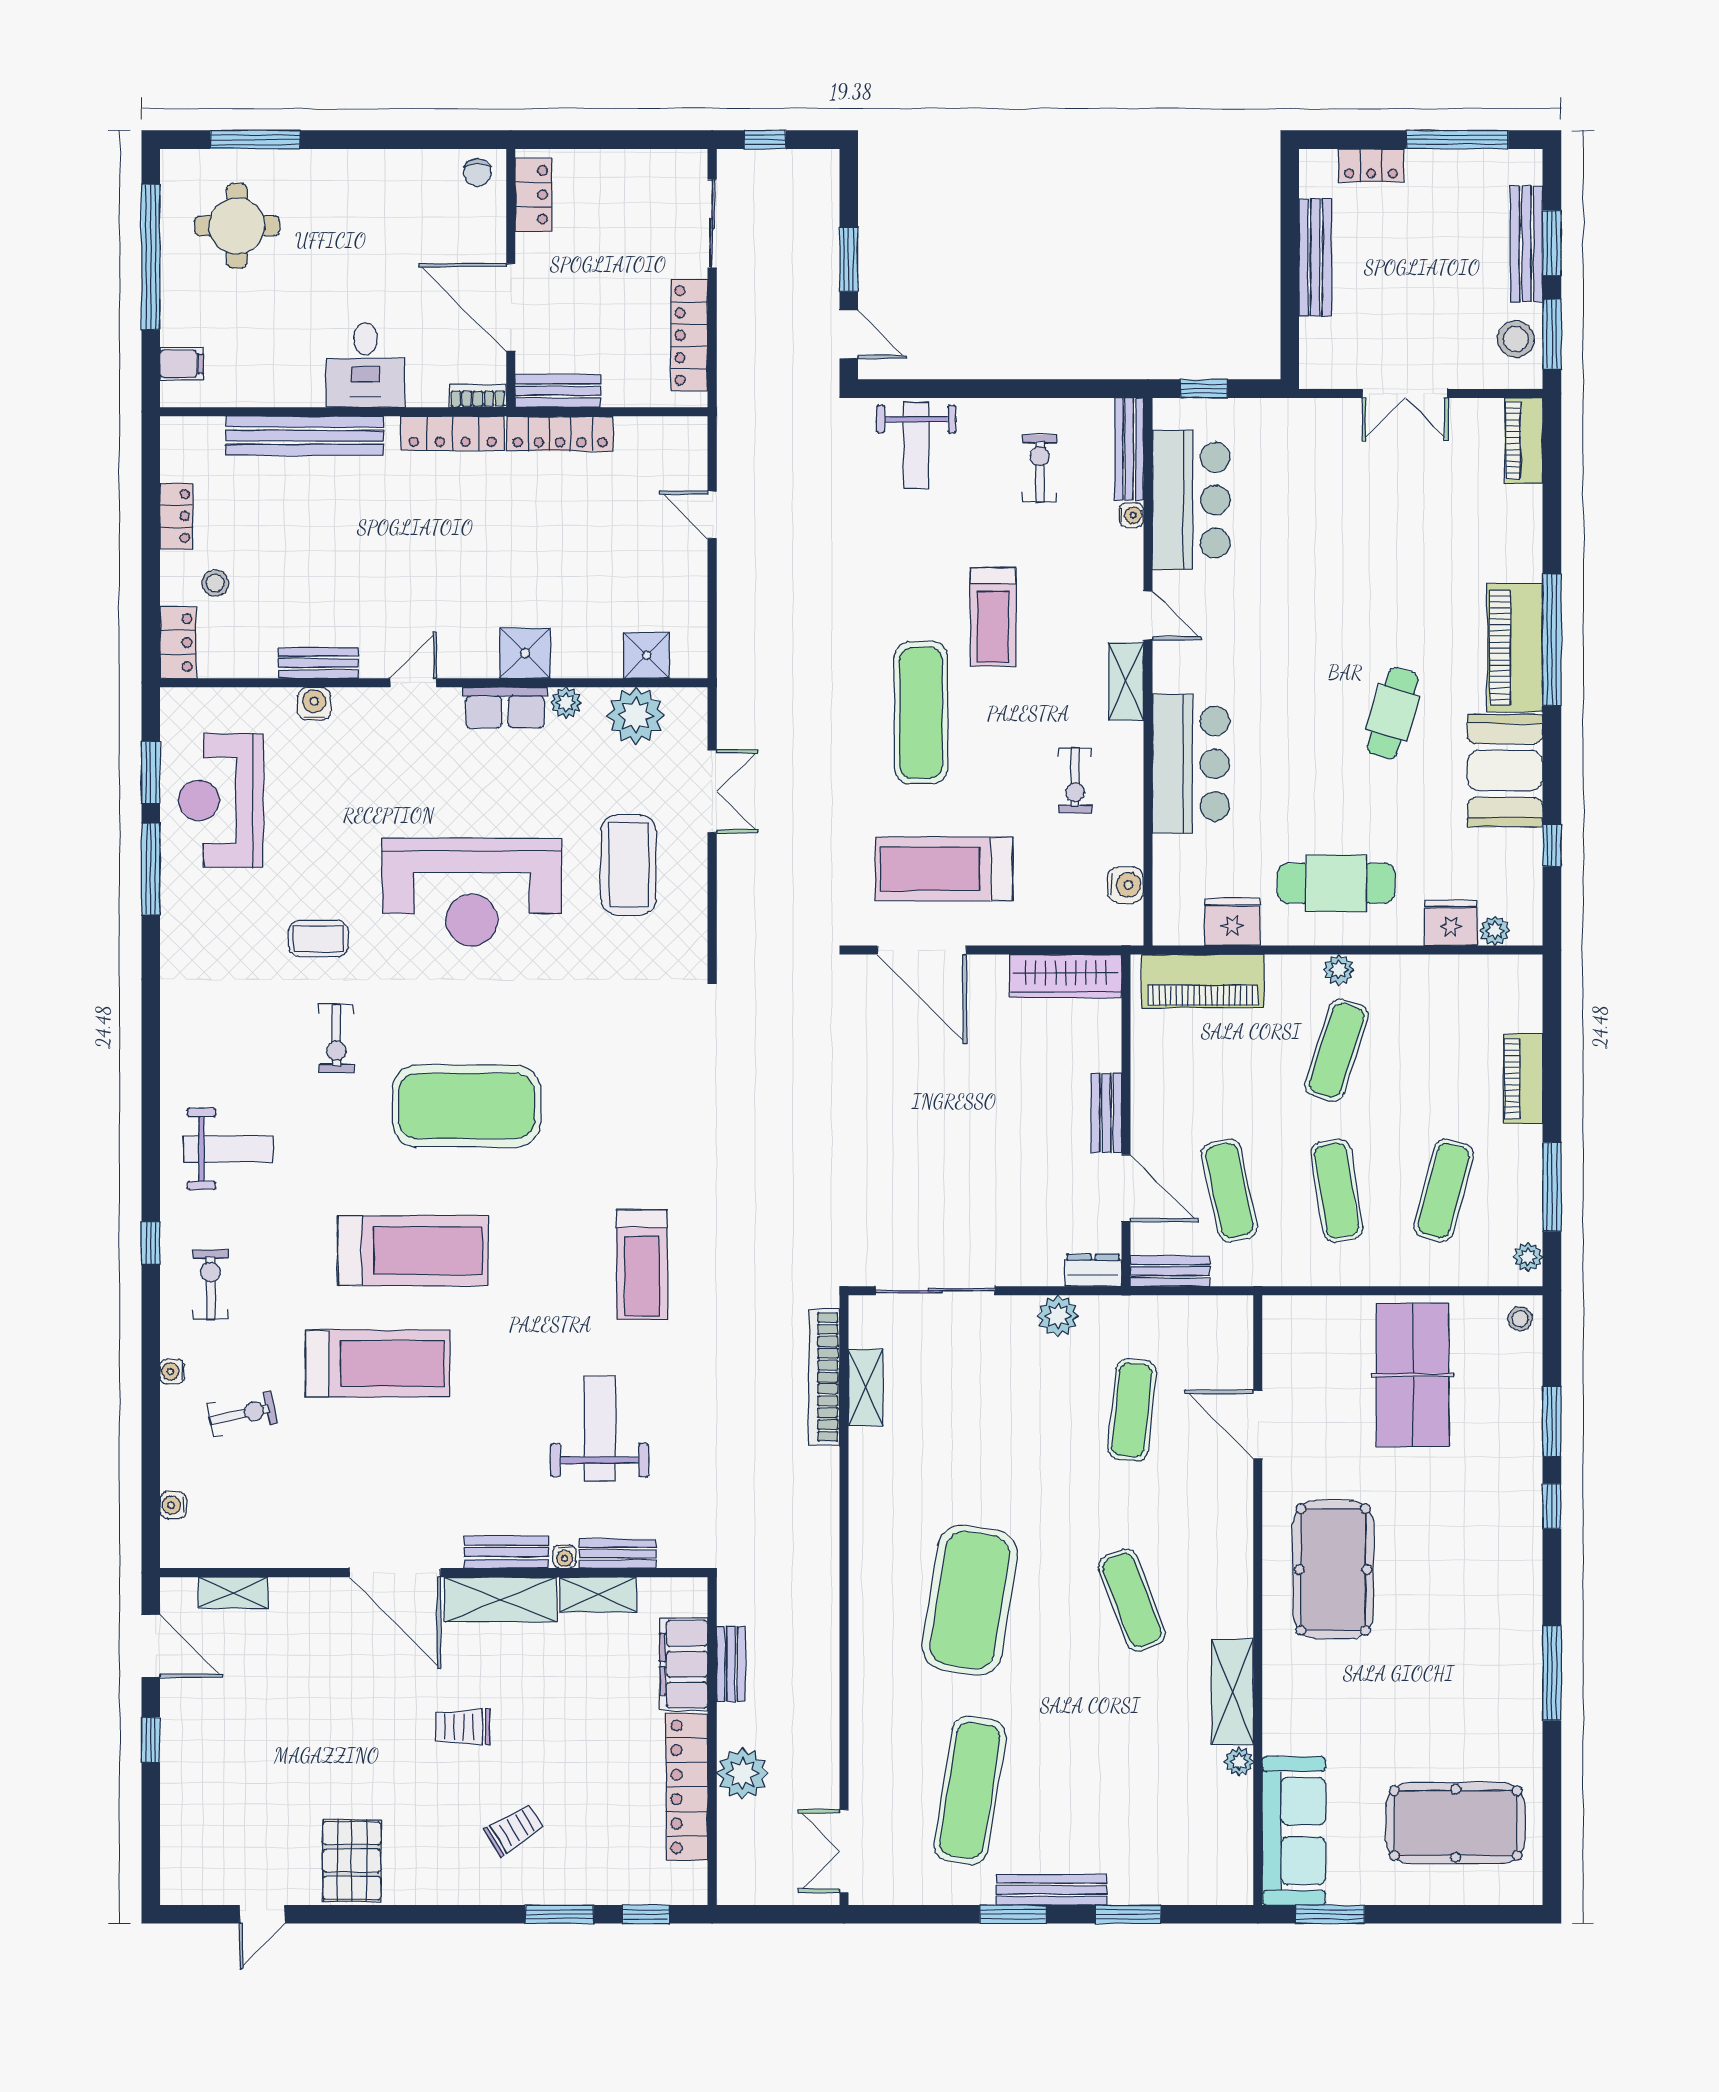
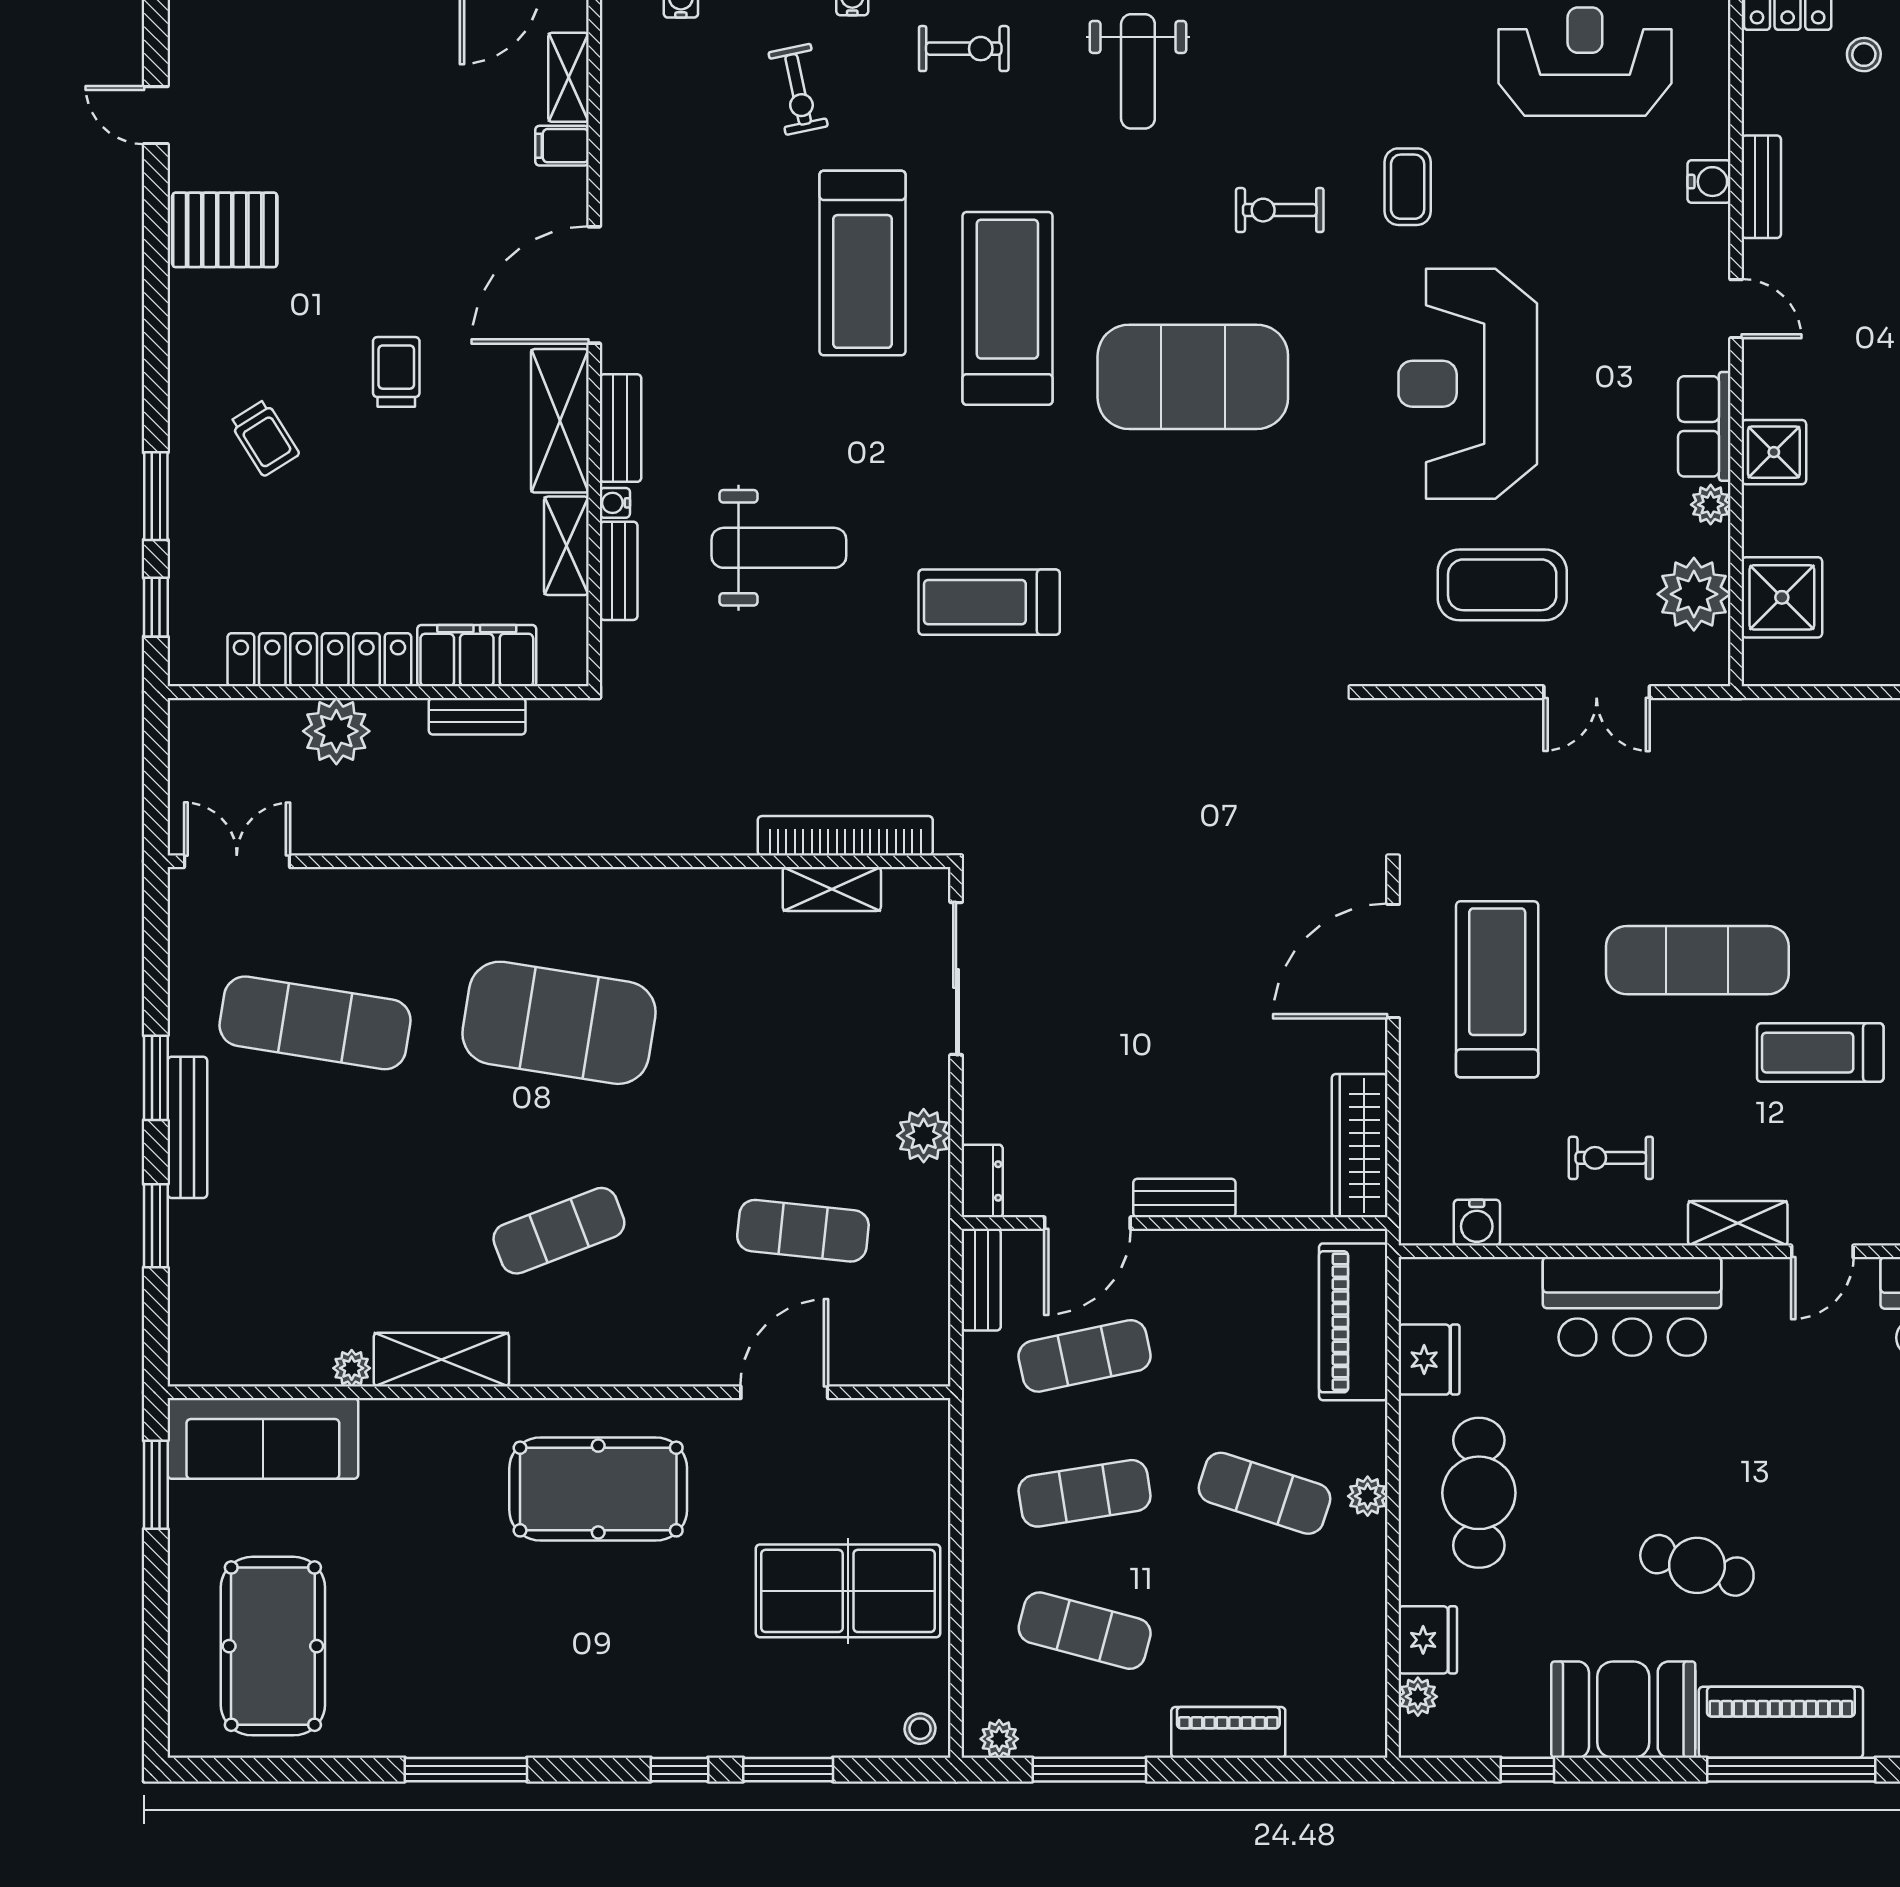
shower: (647, 655) -> (1782, 597), width x1.36, depth x1.36
exercise mat: (466, 1106) -> (1193, 377), turned 90
treadmill: (413, 1251) -> (1007, 308), turned 180
filing cabinet: (286, 1598) -> (562, 146), added

